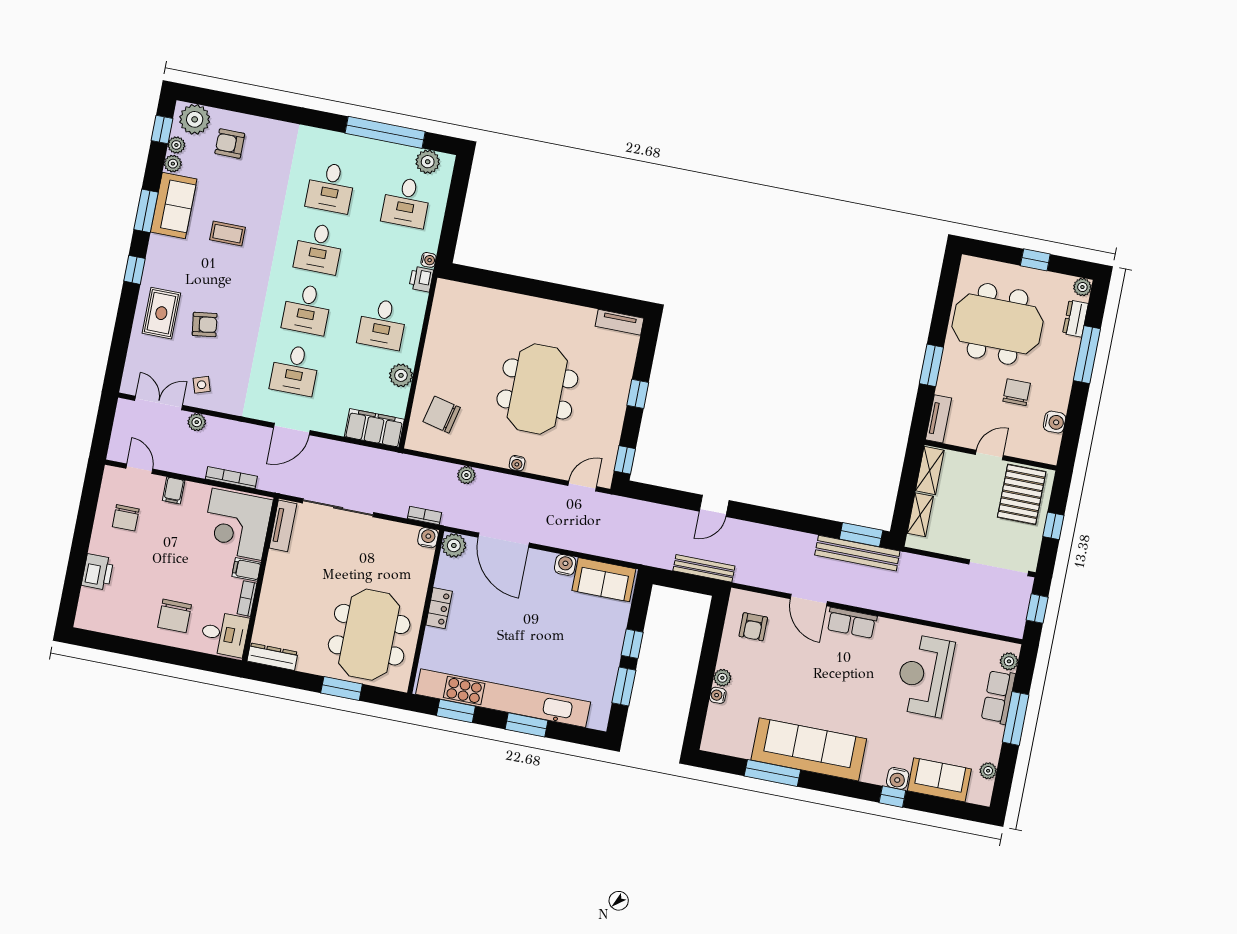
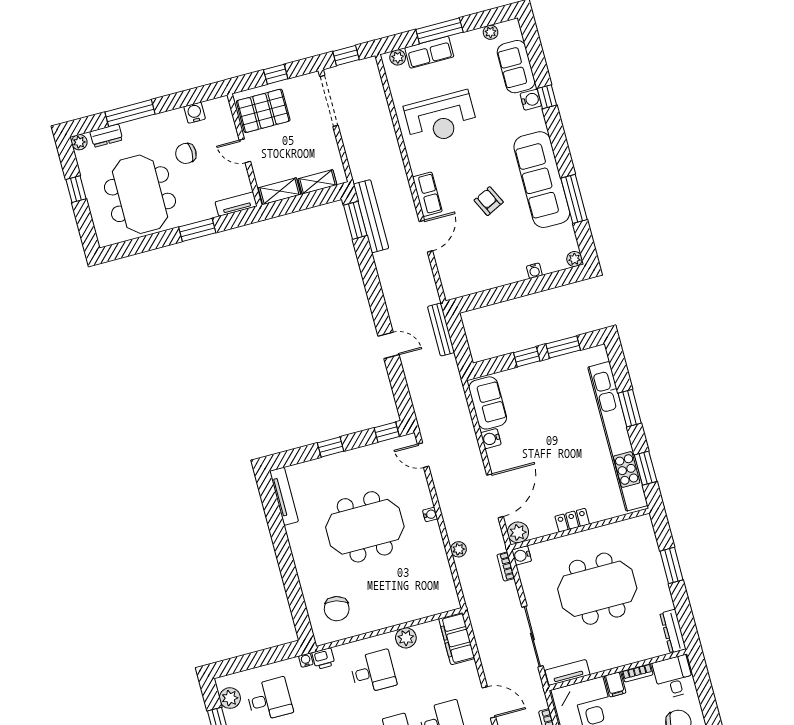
tv unit: (619, 322) -> (284, 496), width x1.41
chair: (442, 415) -> (337, 609), moved
armchair: (753, 627) -> (489, 201), moved, turned -116
meeting table: (369, 635) -> (597, 589), moved
plant: (722, 678) -> (575, 259), moved

